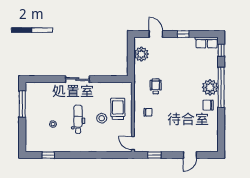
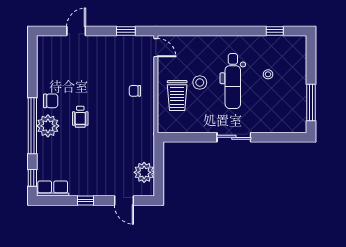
wheelchair: (156, 86) -> (80, 117), moved
dental chair: (78, 119) -> (233, 81), width x1.36, depth x1.38

